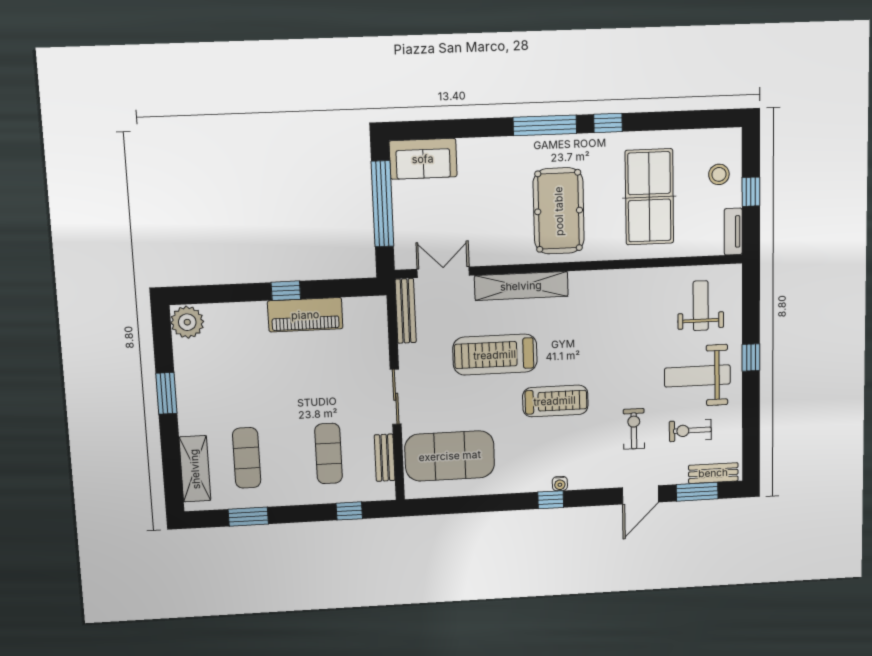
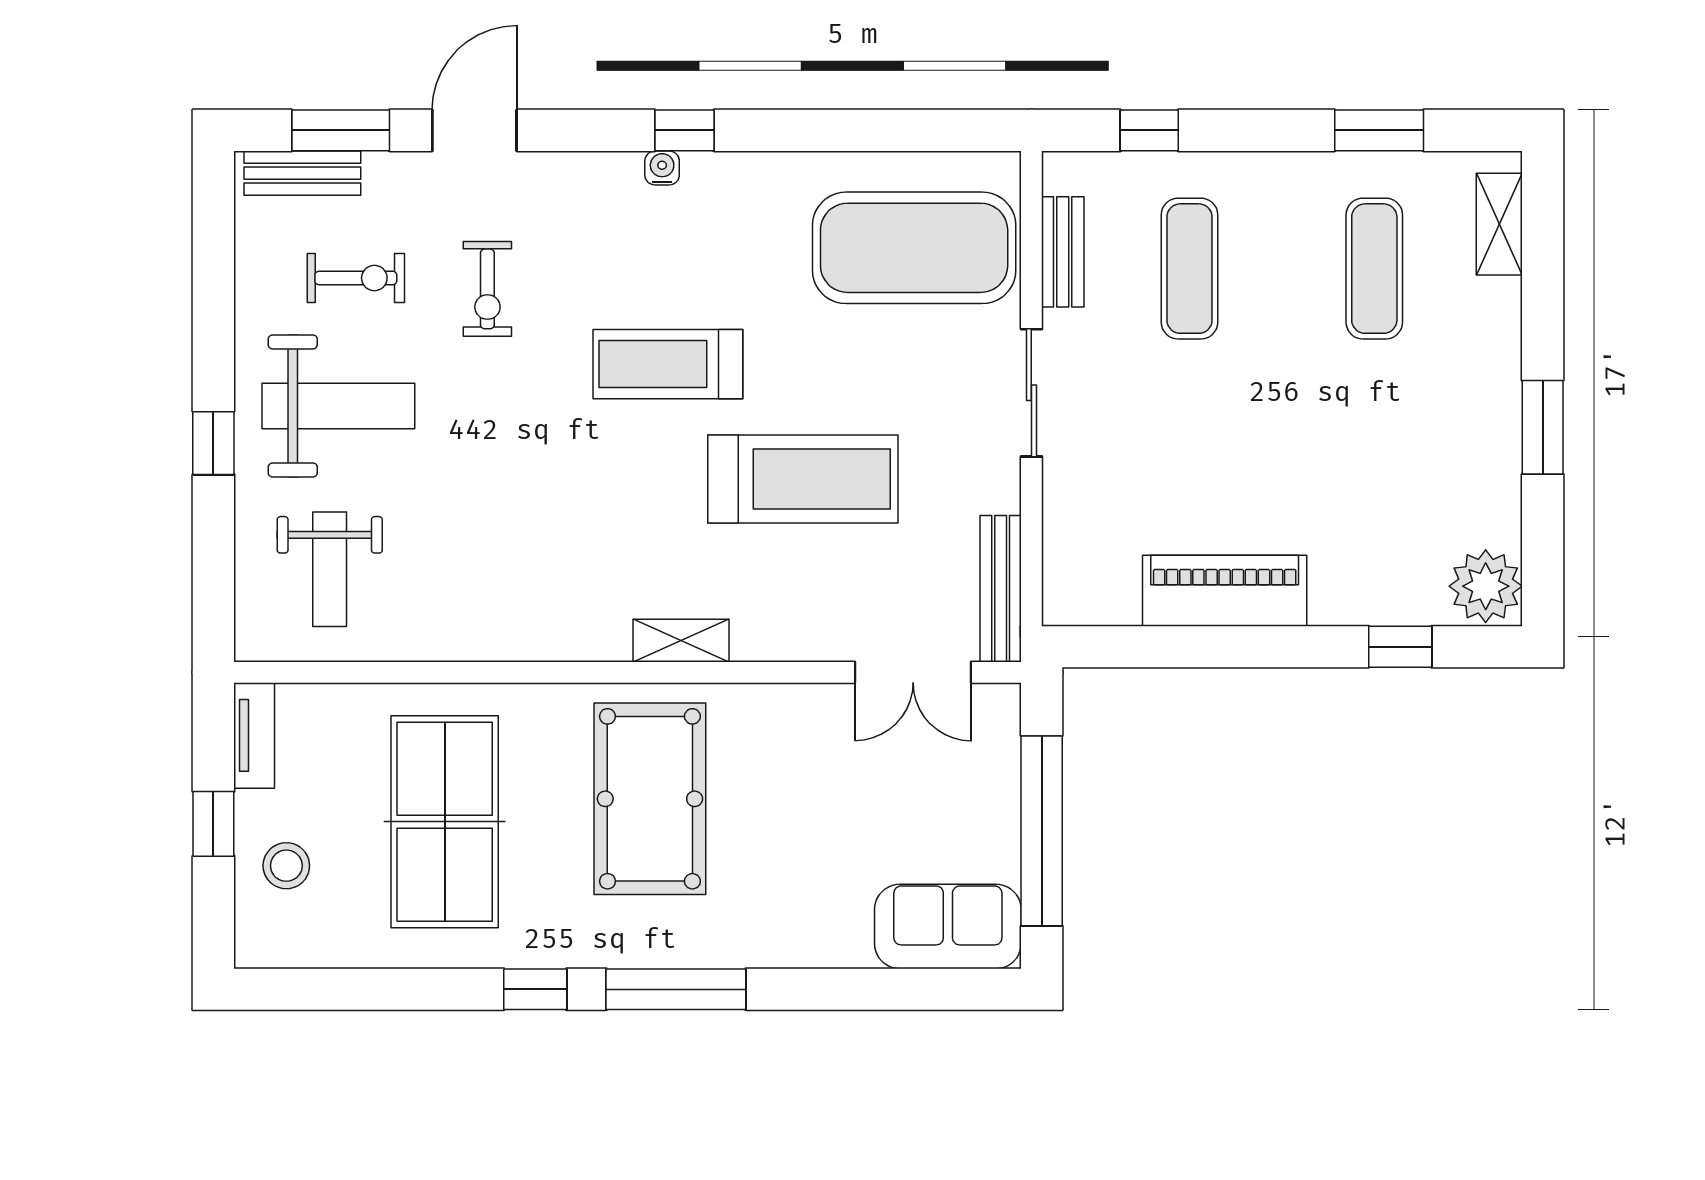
shelving: (521, 286) -> (681, 641), width x0.45, depth x0.75
window: (286, 291) -> (1400, 647), moved
shelving: (195, 469) -> (1499, 224), width x0.67, depth x0.75

